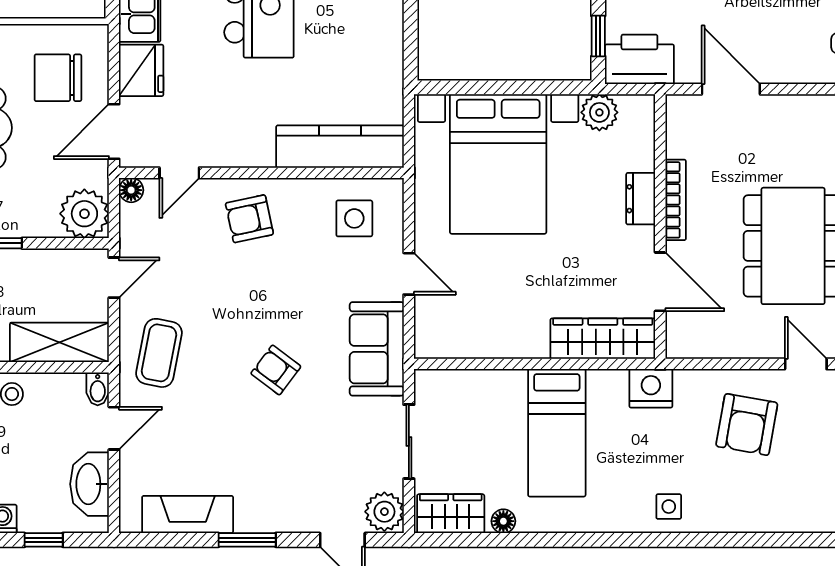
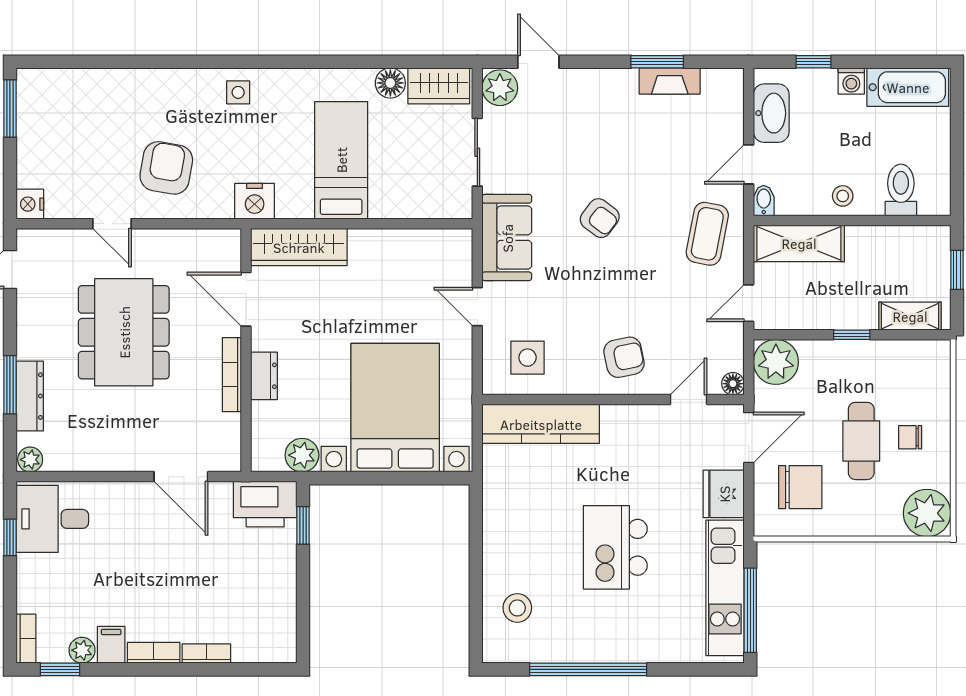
fireplace: (188, 514) -> (670, 81), width x0.73, depth x0.76
floor lamp: (503, 521) -> (390, 83), width x1.37, depth x1.37
window: (247, 540) -> (657, 62), moved

